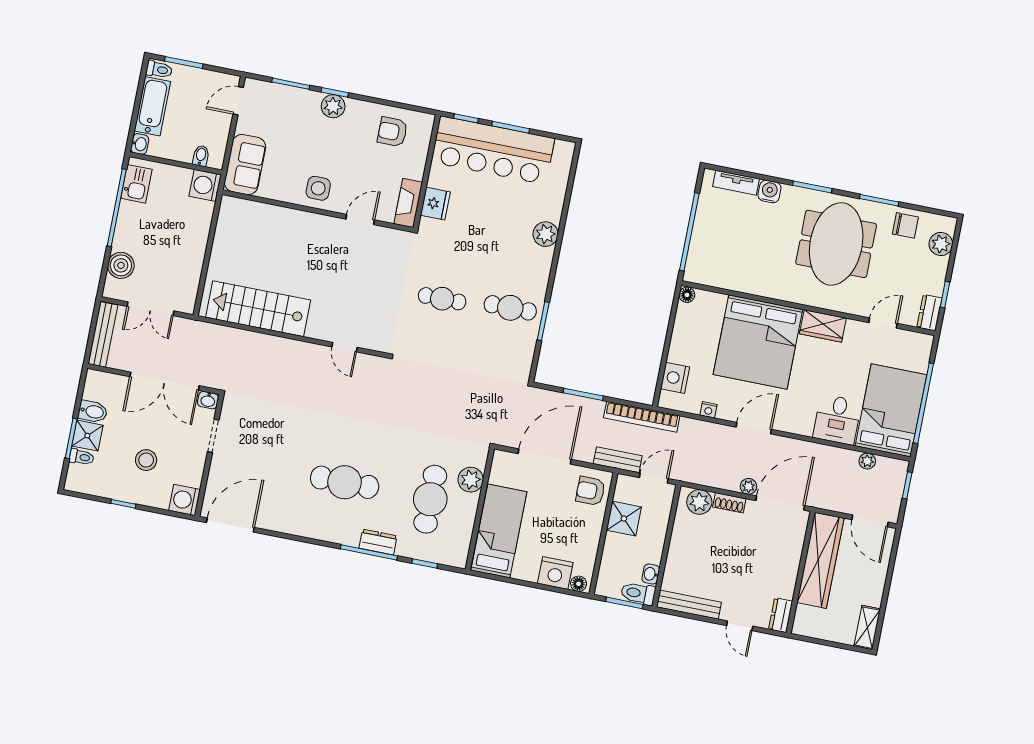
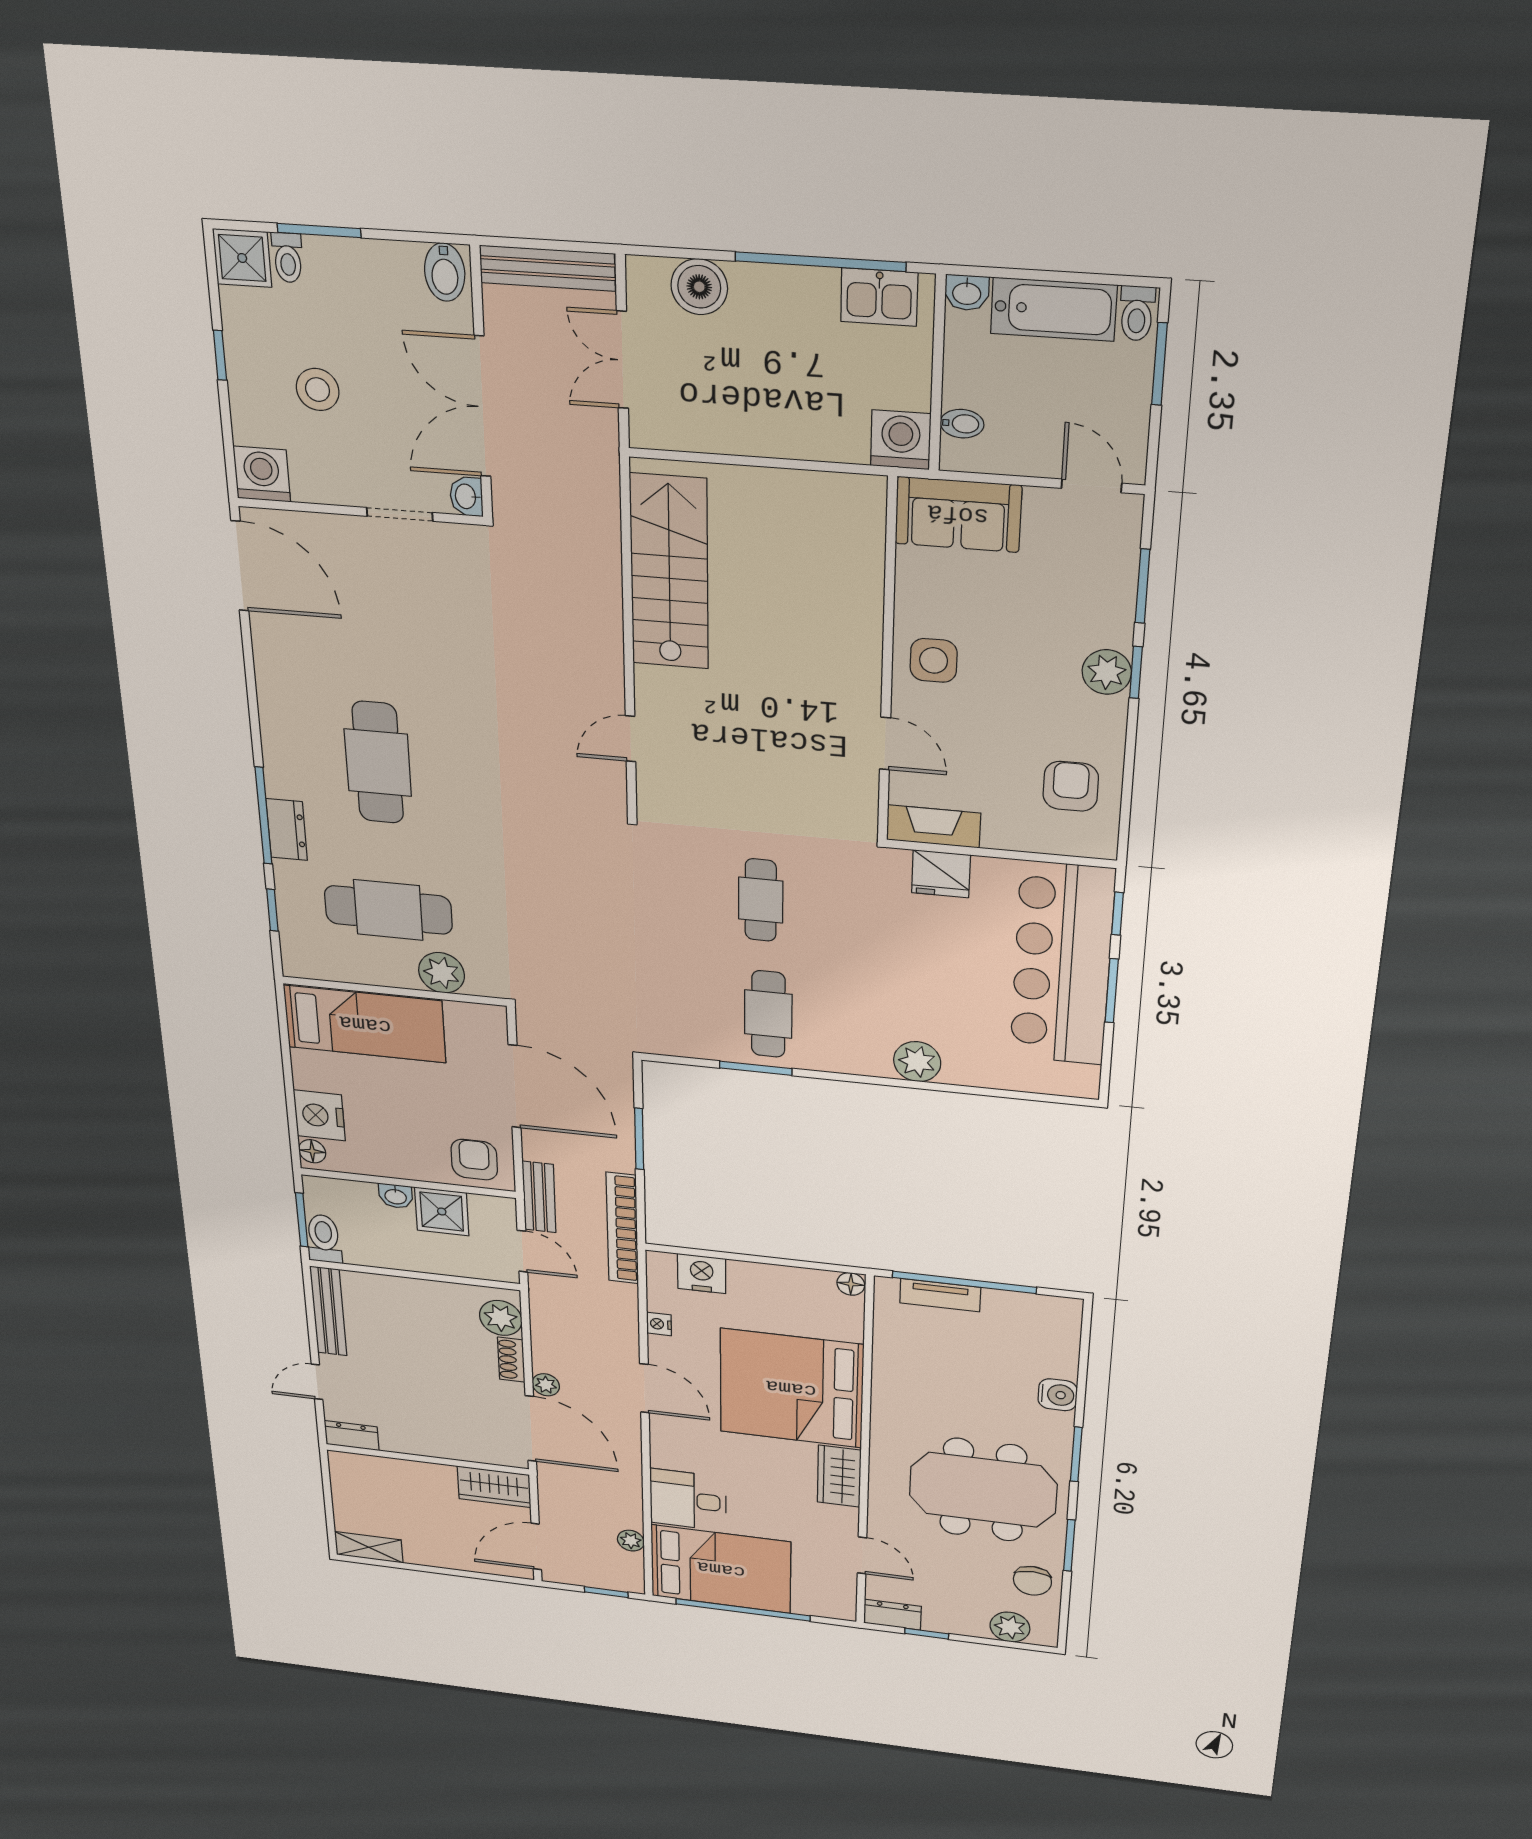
tv unit: (736, 183) -> (940, 1295), moved, turned -90
bidet: (93, 412) -> (445, 272), moved
shower: (87, 436) -> (242, 258), moved
wardrobe: (820, 560) -> (494, 1487), width x0.48, depth x0.85
washbasin: (651, 574) -> (396, 1196), moved, turned 180

